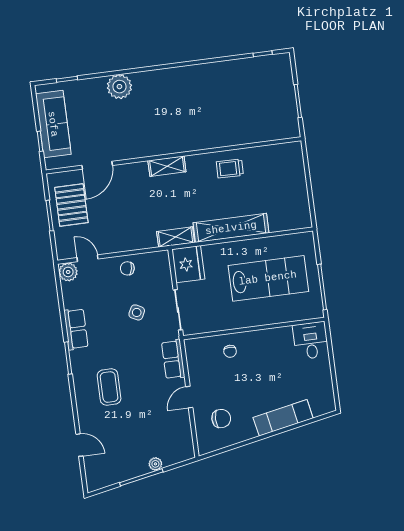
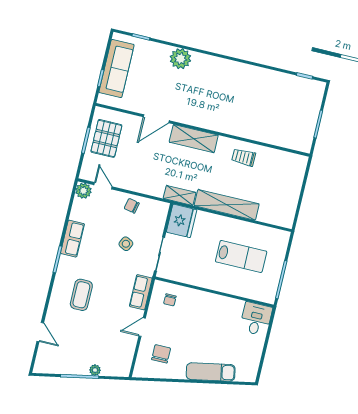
door: (97, 165) -> (156, 119), moved
shelving: (167, 166) -> (194, 139), width x1.50, depth x1.33
lab bench: (268, 278) -> (241, 256), width x0.73, depth x0.72
chair: (230, 351) -> (170, 300), moved
chair: (221, 419) -> (161, 354), turned -90

